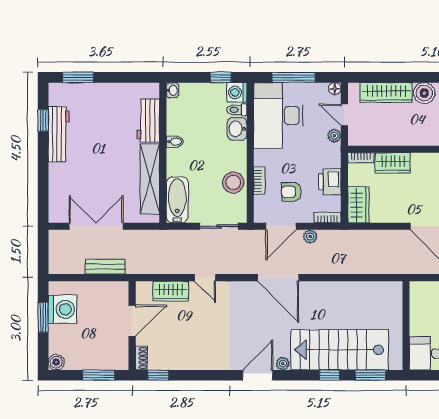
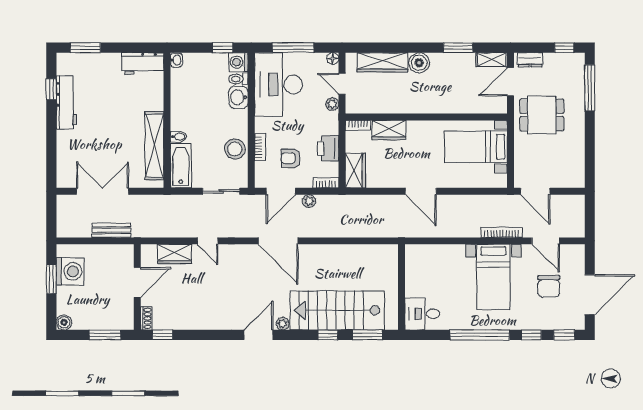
workbench: (148, 121) -> (143, 63), moved, turned -90
bidet: (175, 142) -> (179, 137), moved

